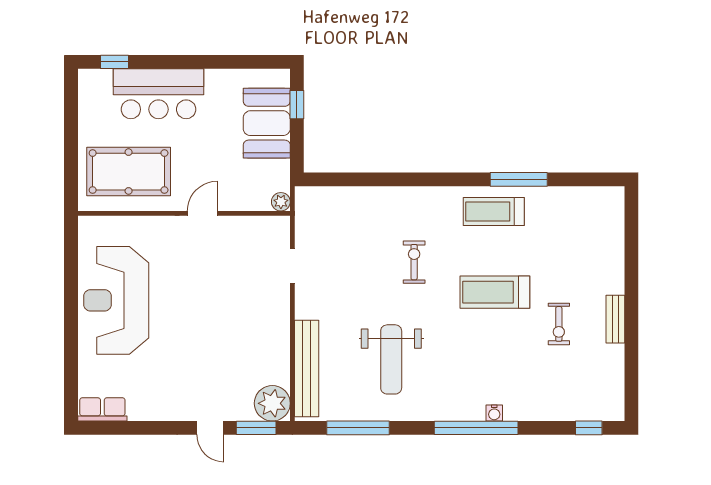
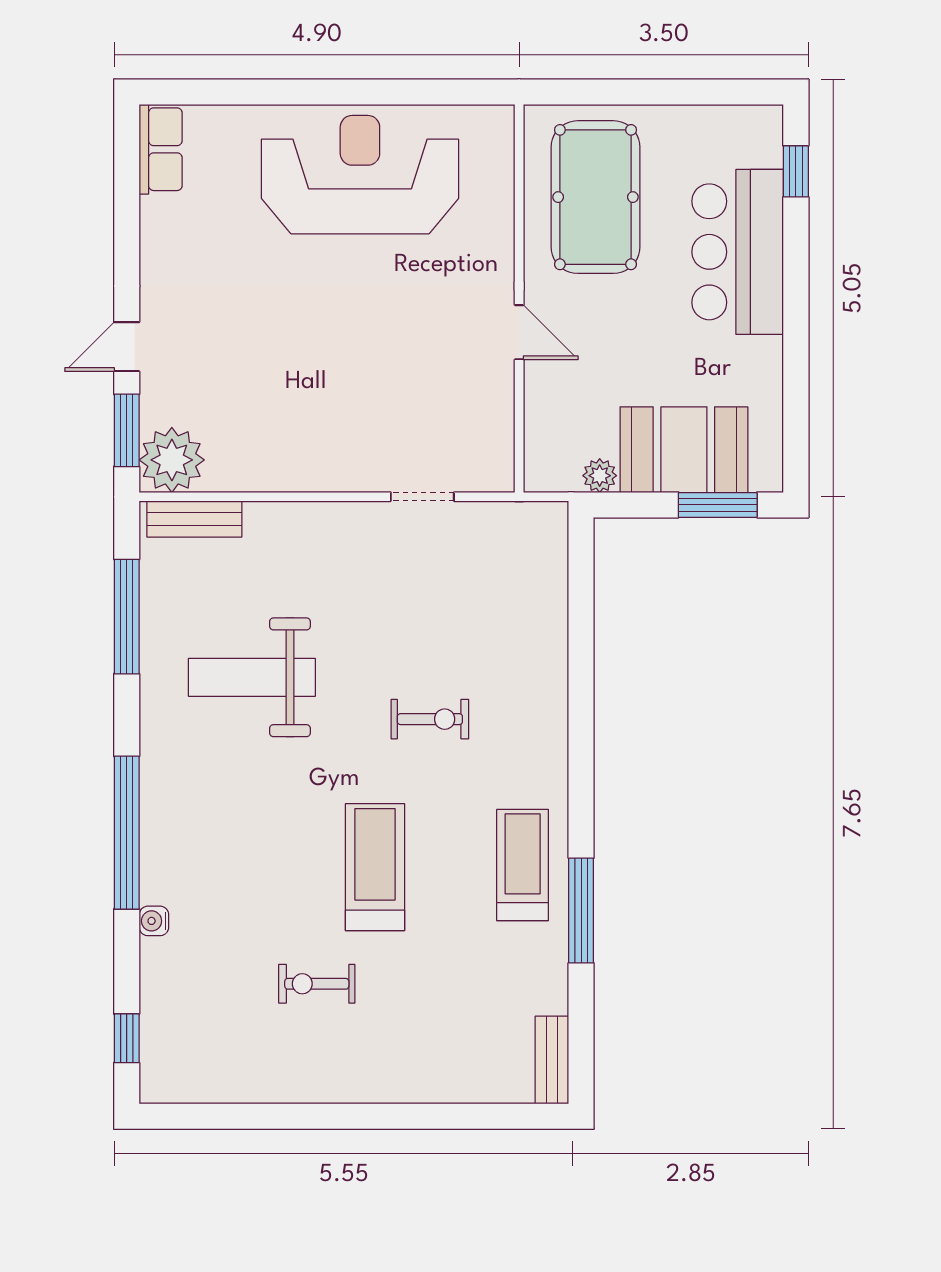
window: (297, 105) -> (718, 505), width x1.50
plant: (281, 202) -> (600, 476), moved
bench: (615, 319) -> (552, 1060), moved, turned 90
bench: (307, 369) -> (194, 519), width x0.54, depth x0.82
water cooler: (494, 413) -> (154, 921), moved

